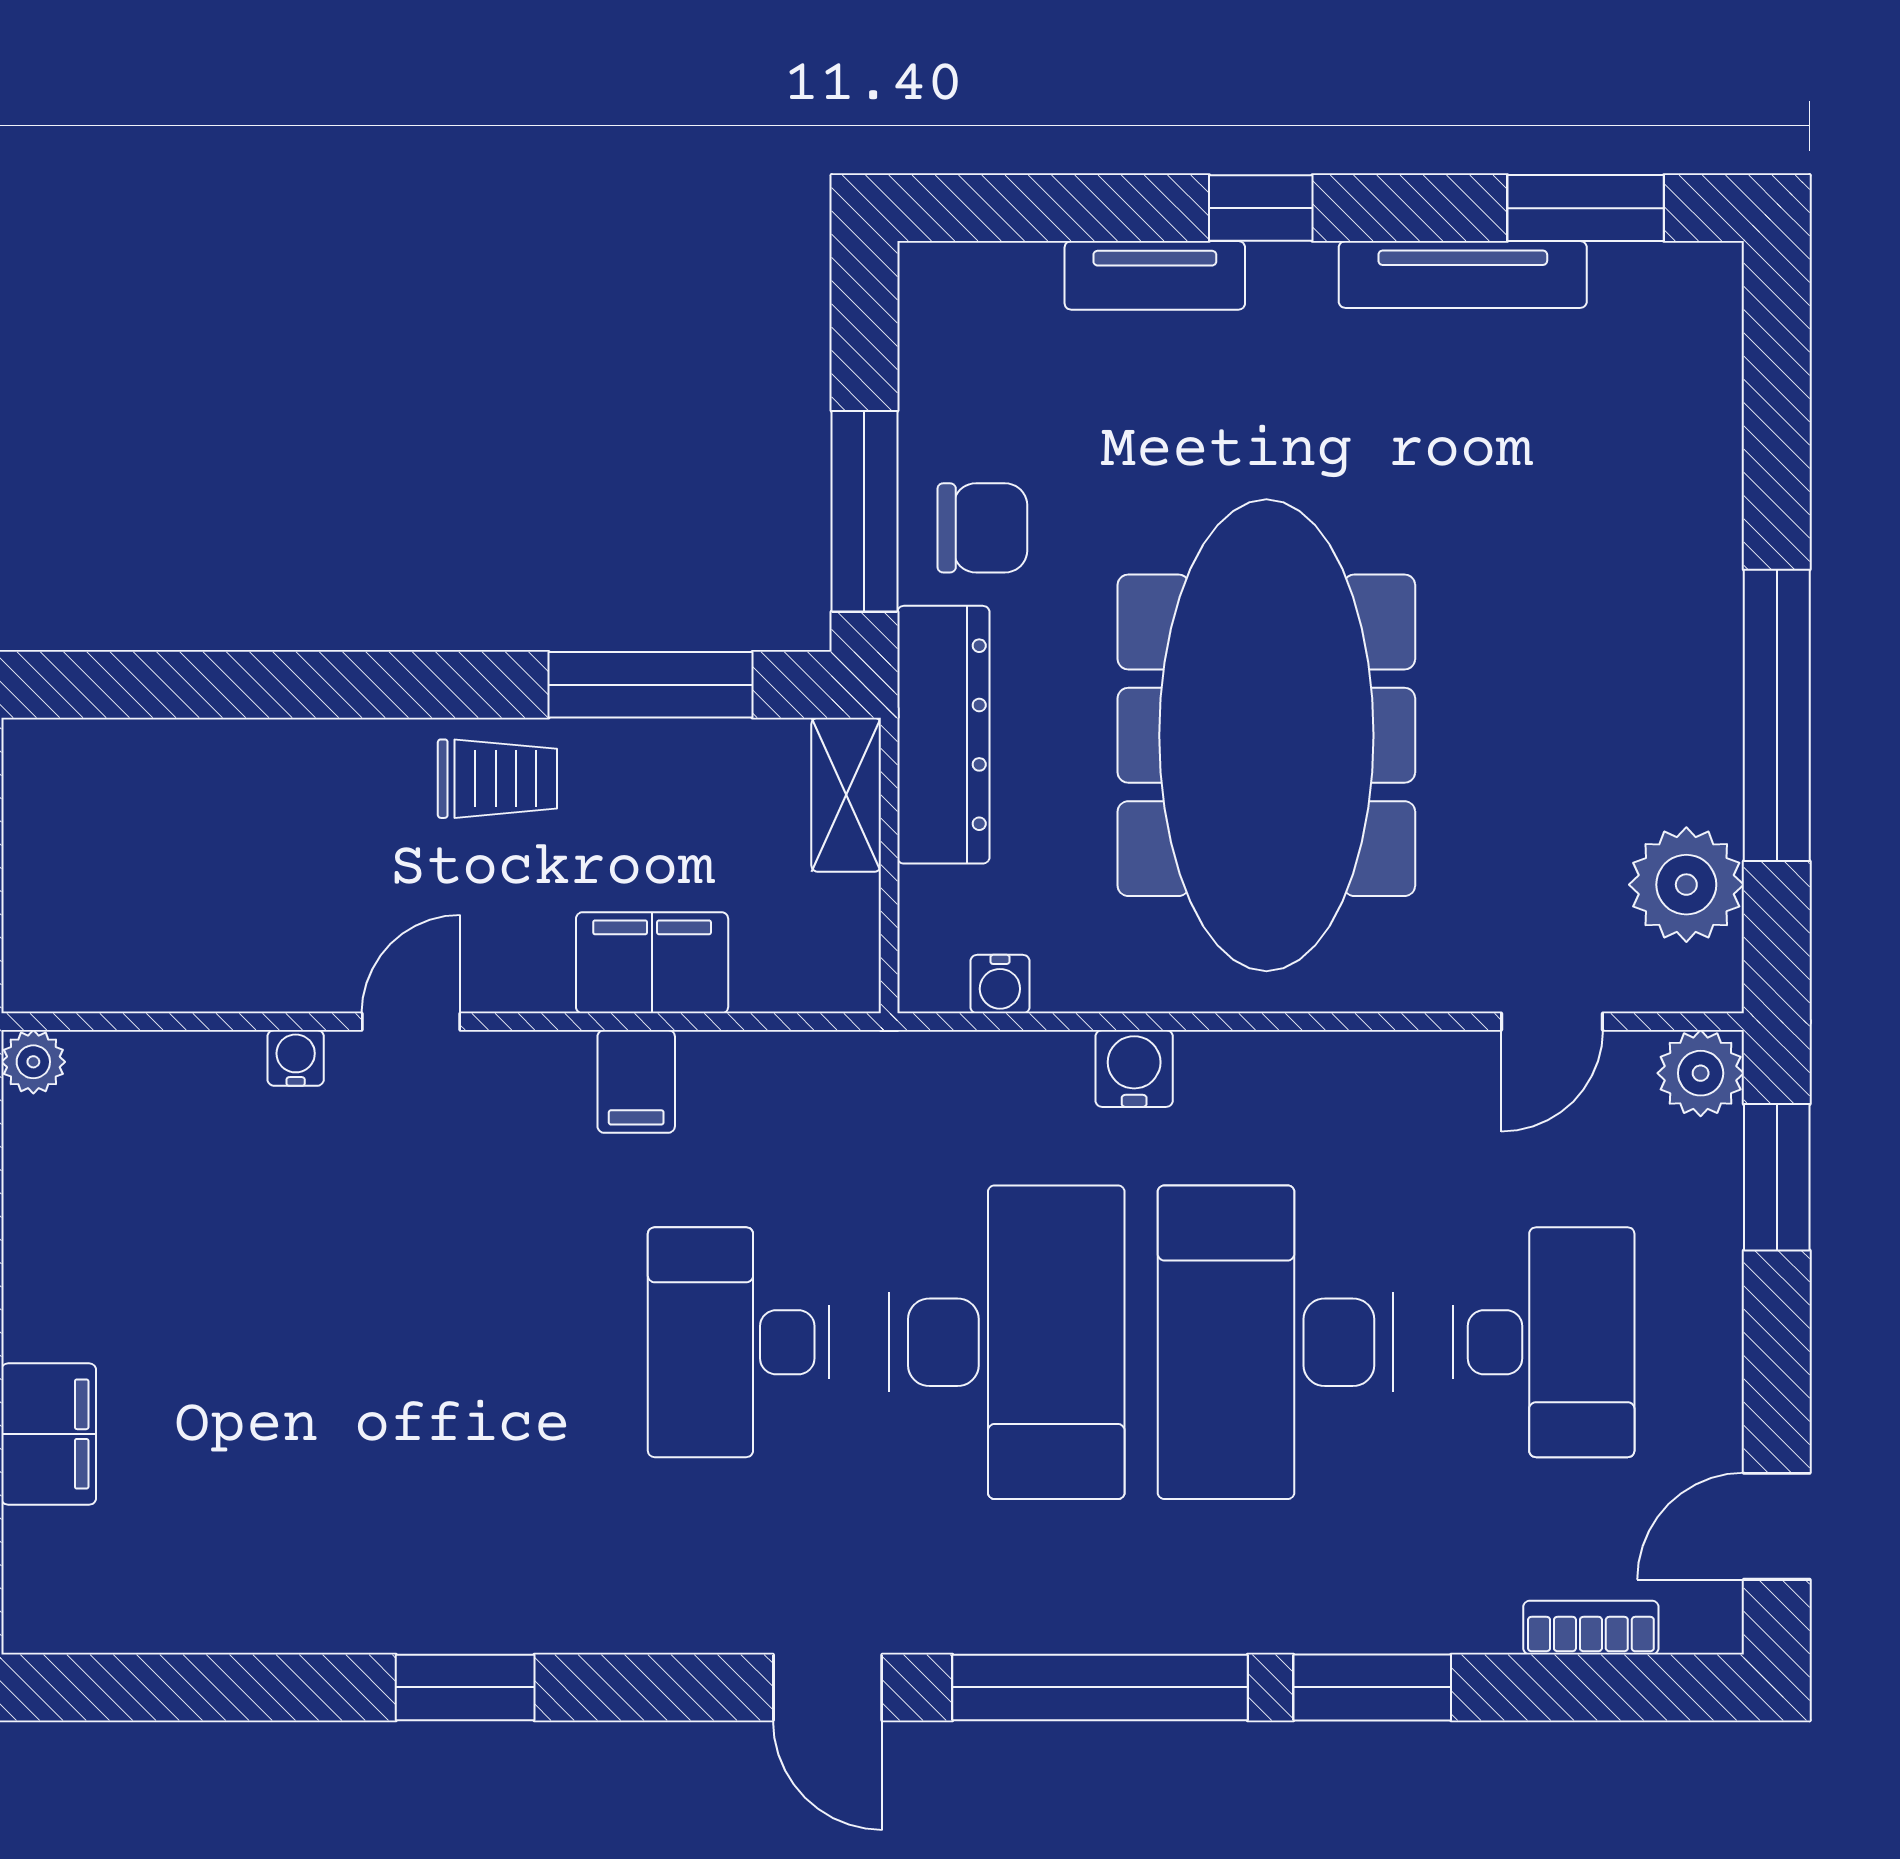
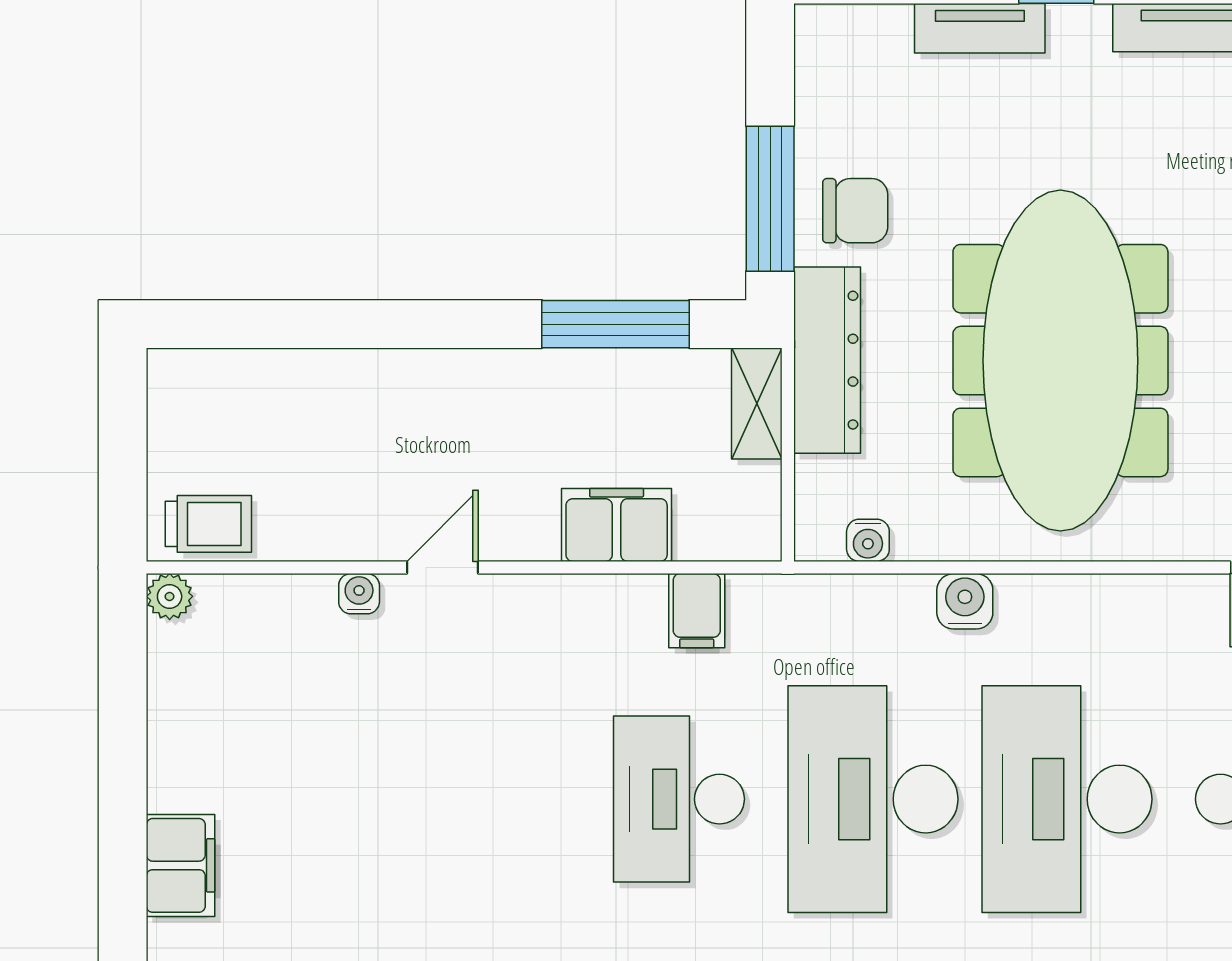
trolley: (497, 779) -> (208, 524), moved
filing cabinet: (636, 1081) -> (697, 611), moved
desk: (1007, 1342) -> (873, 799), turned 180

